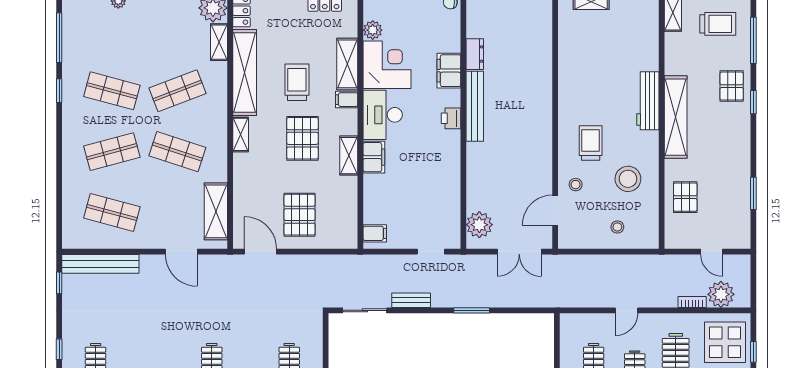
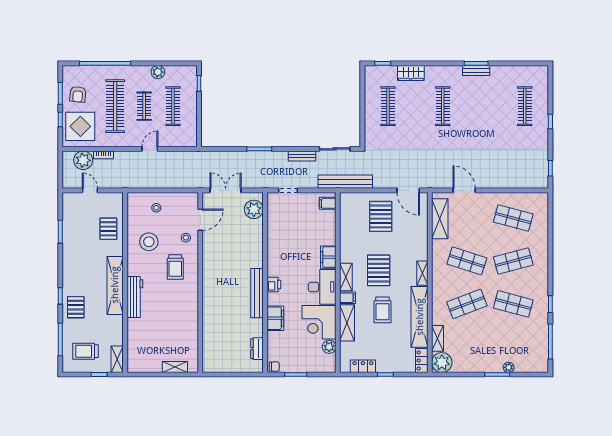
dresser: (475, 54) -> (257, 349), moved
shelving: (349, 156) -> (346, 277), moved
bench: (100, 264) -> (345, 182), moved

